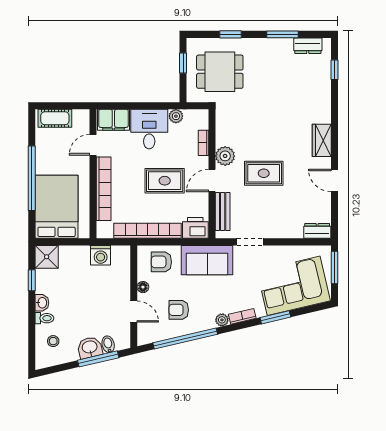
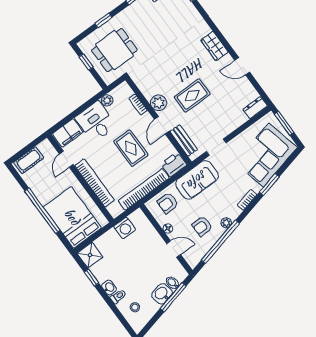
rug: (165, 181) -> (131, 148), turned 90
plant: (222, 320) -> (226, 223), moved

